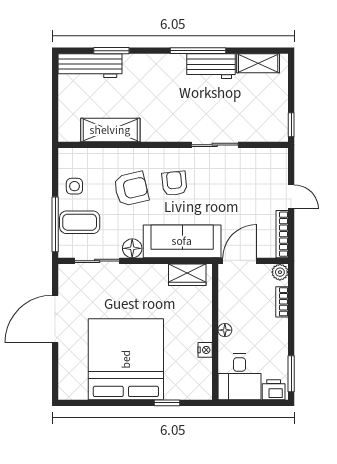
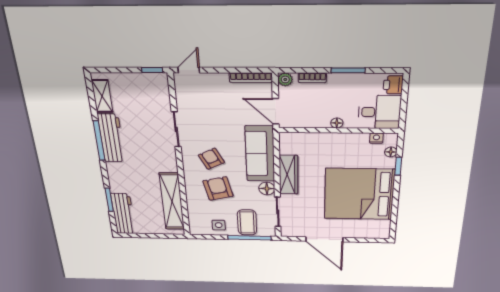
workbench: (211, 66) -> (111, 138), width x1.38
shelving: (110, 130) -> (172, 201), width x1.47
armchair: (174, 183) -> (211, 159), turned 69
door: (291, 197) -> (189, 70), moved
wardrobe: (187, 275) -> (289, 175), moved, width x1.50
nightstand: (205, 350) -> (376, 138), moved
window: (291, 374) -> (348, 70), moved
floor lamp: (187, 393) -> (391, 152), added

